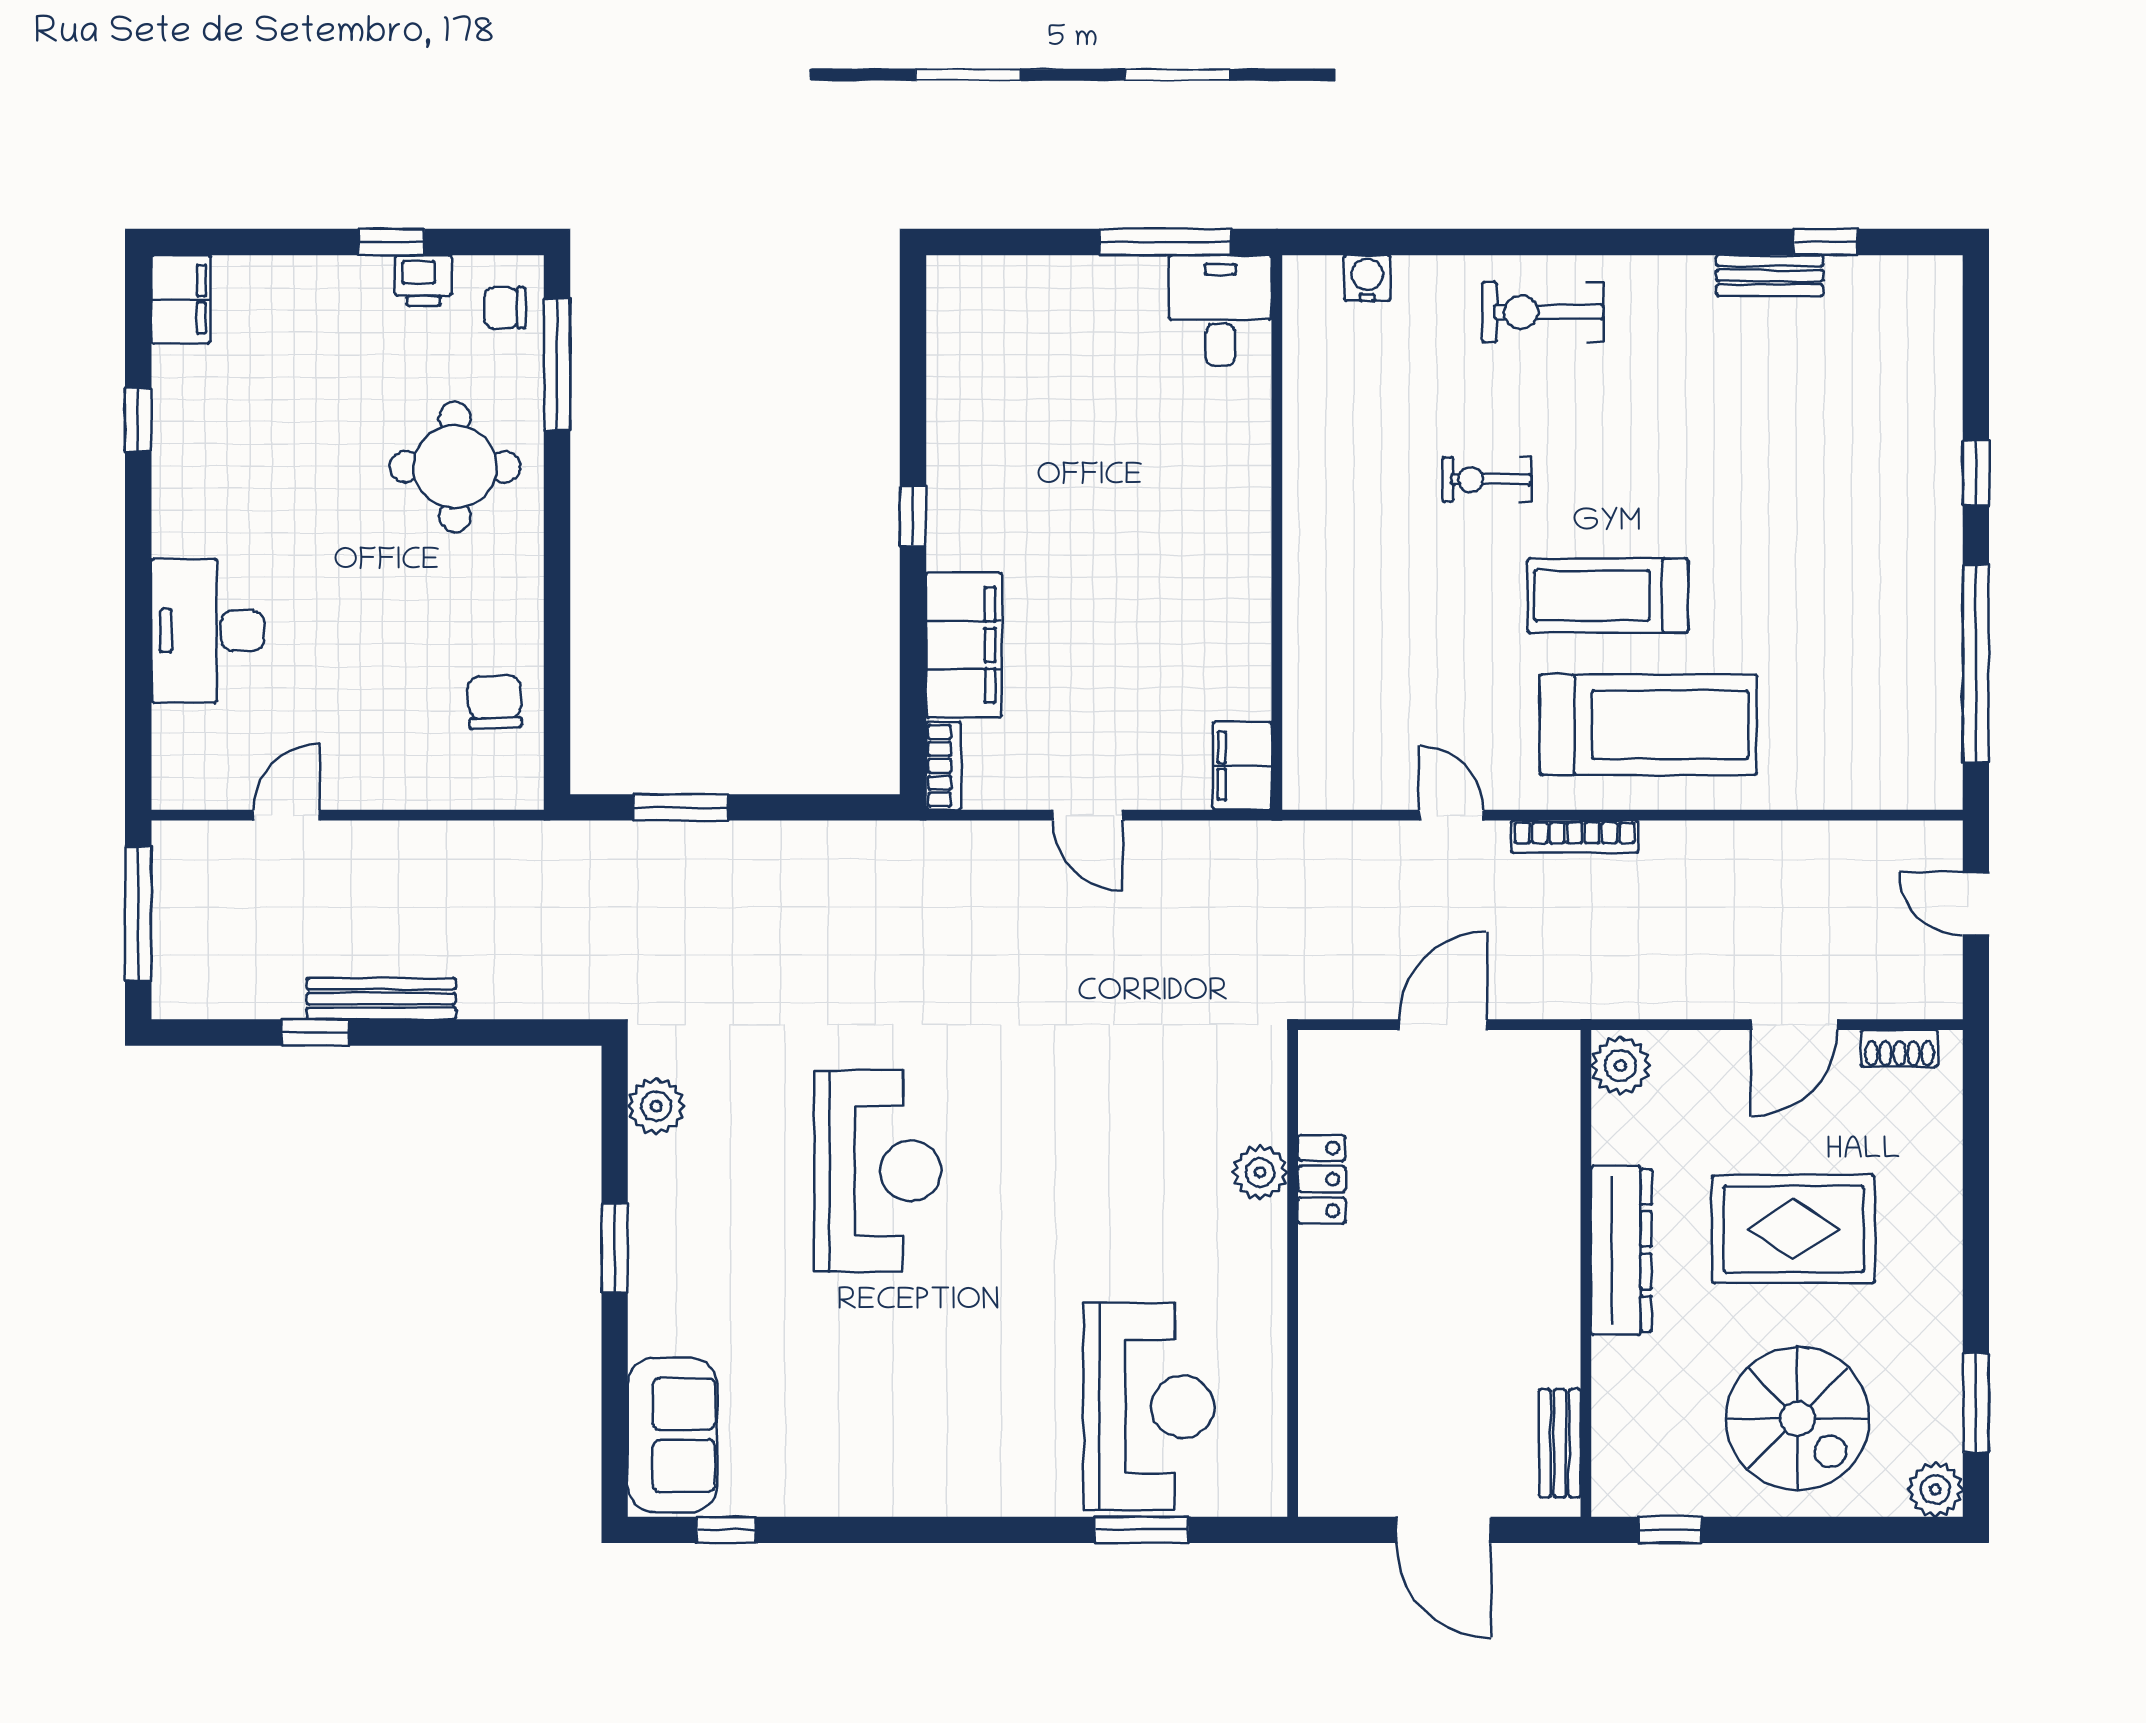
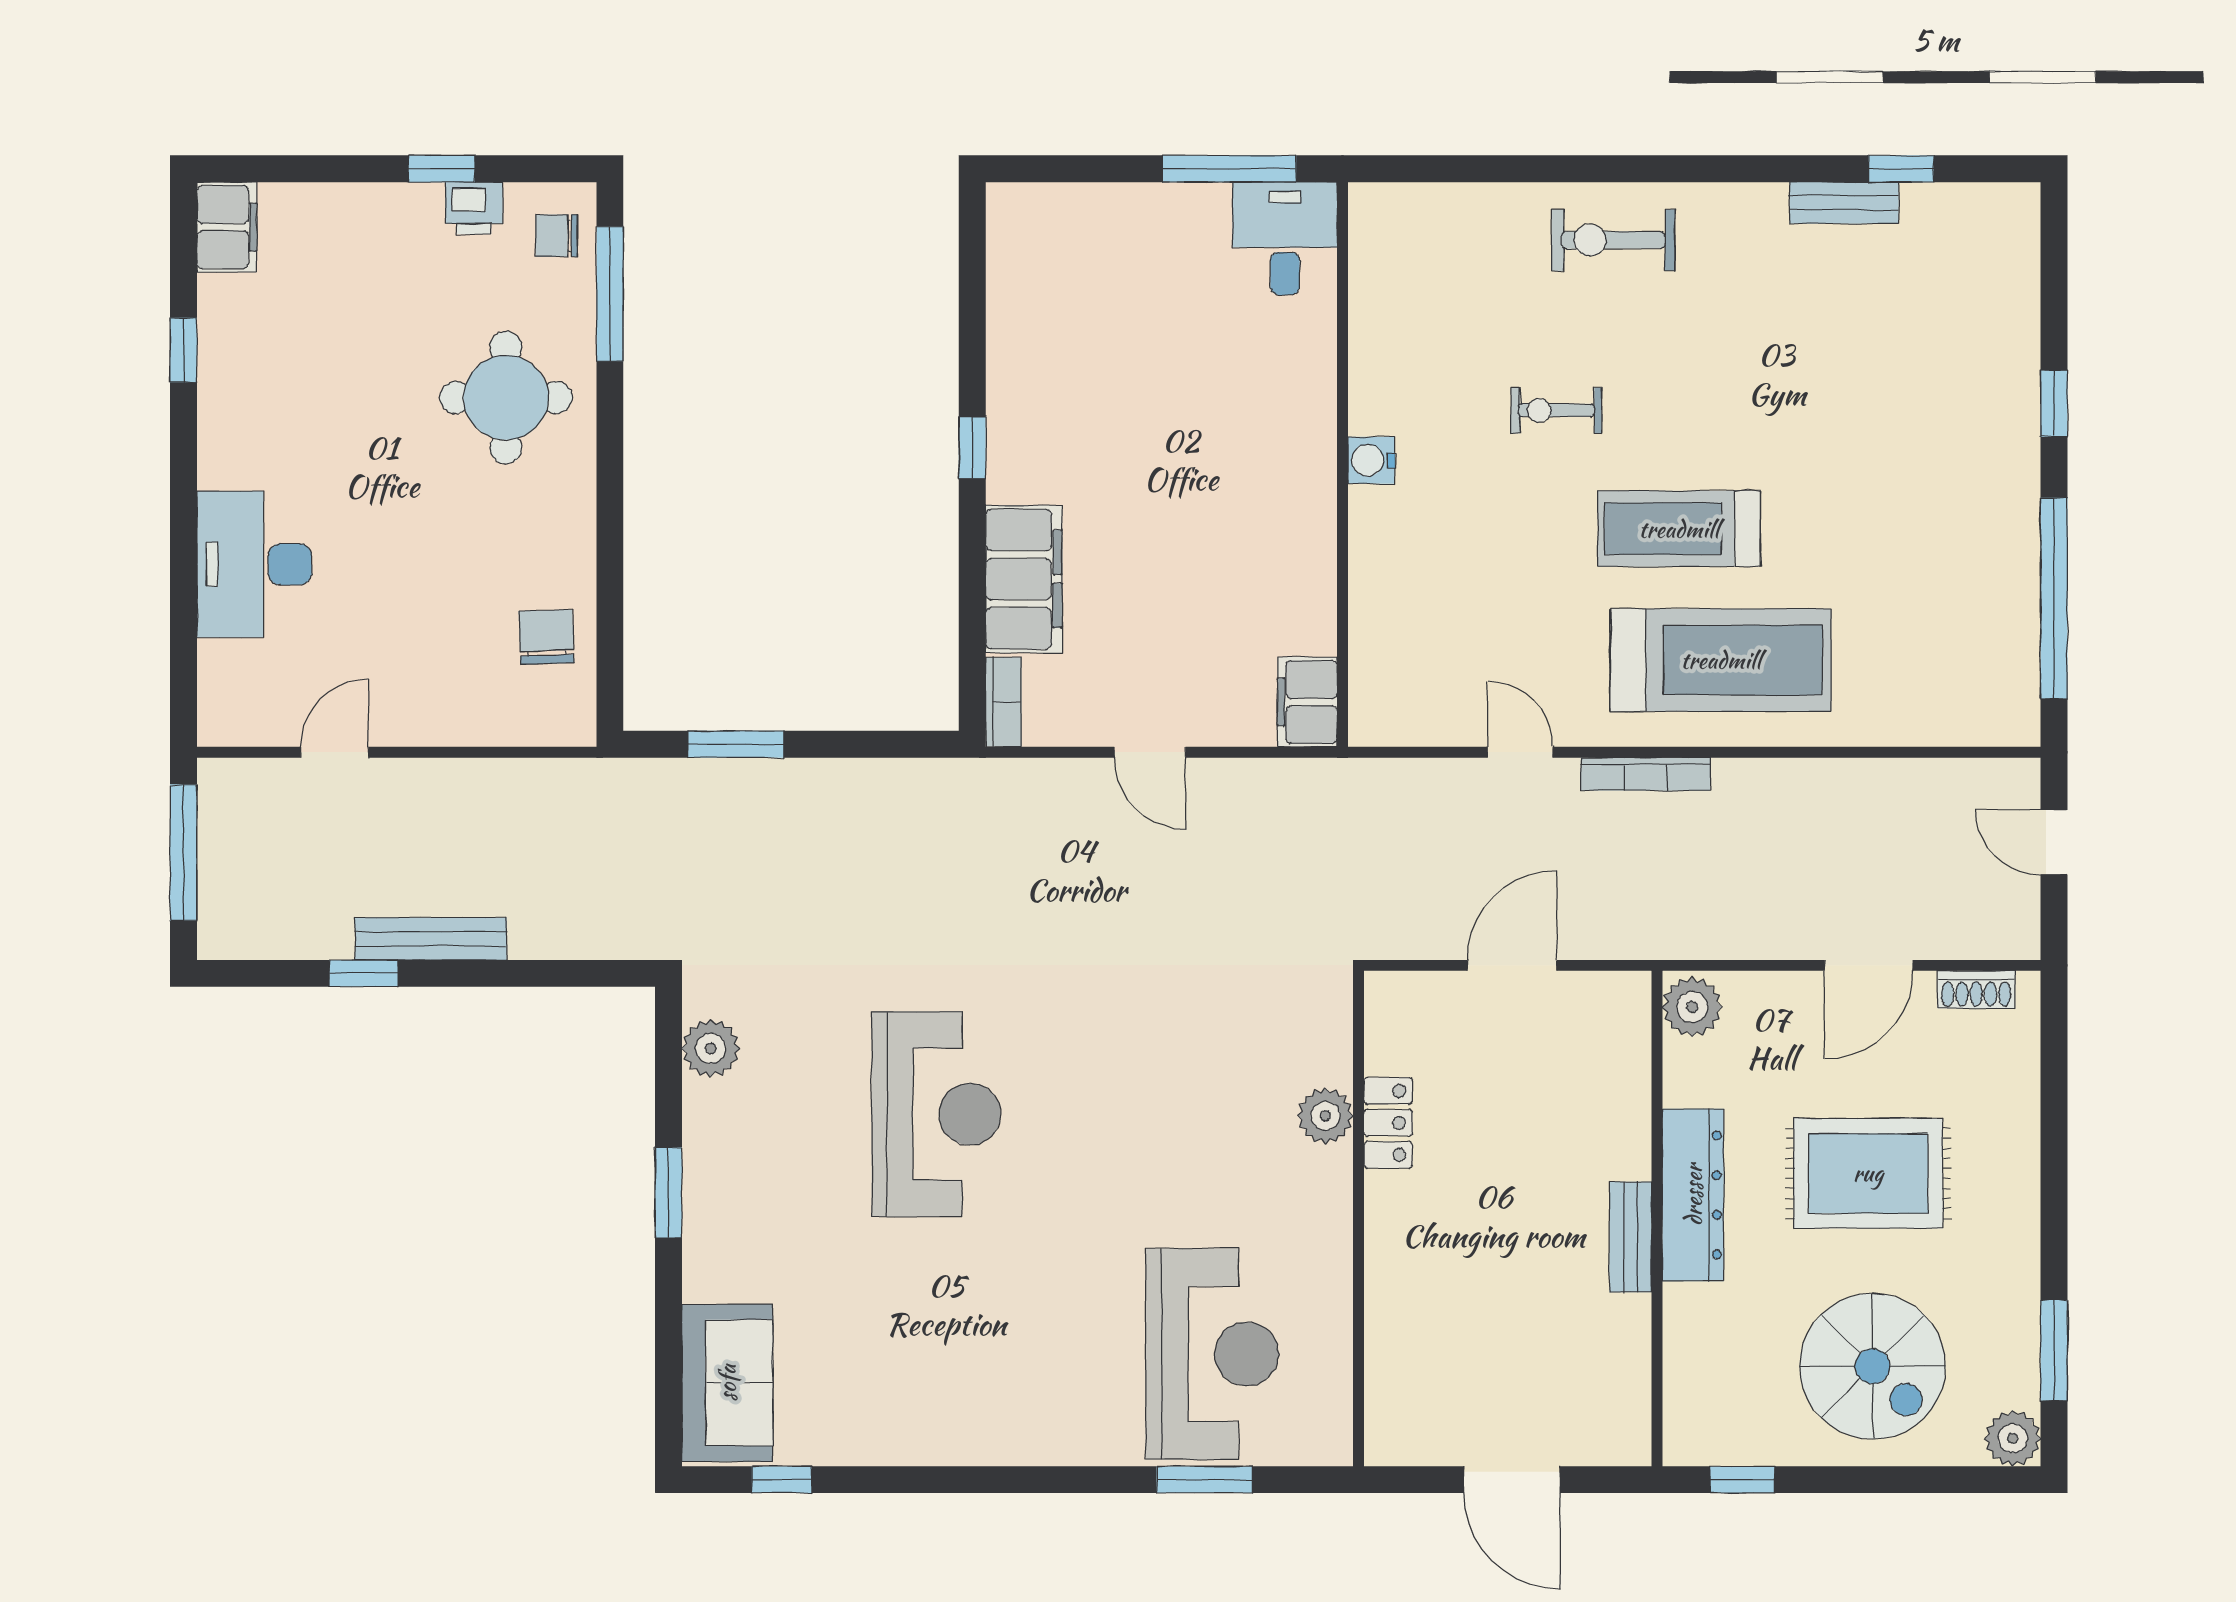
water cooler: (1367, 278) -> (1371, 460), moved, turned -90
bench: (1560, 1443) -> (1631, 1237), moved

